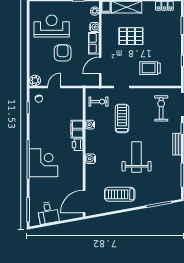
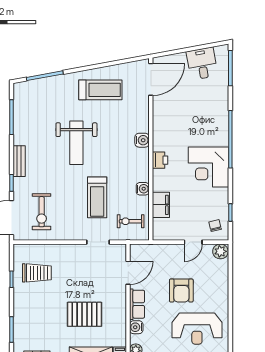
trolley: (150, 68) -> (37, 273), moved
filing cabinet: (77, 129) -> (161, 205), moved
corner desk: (43, 163) -> (209, 167), moved

